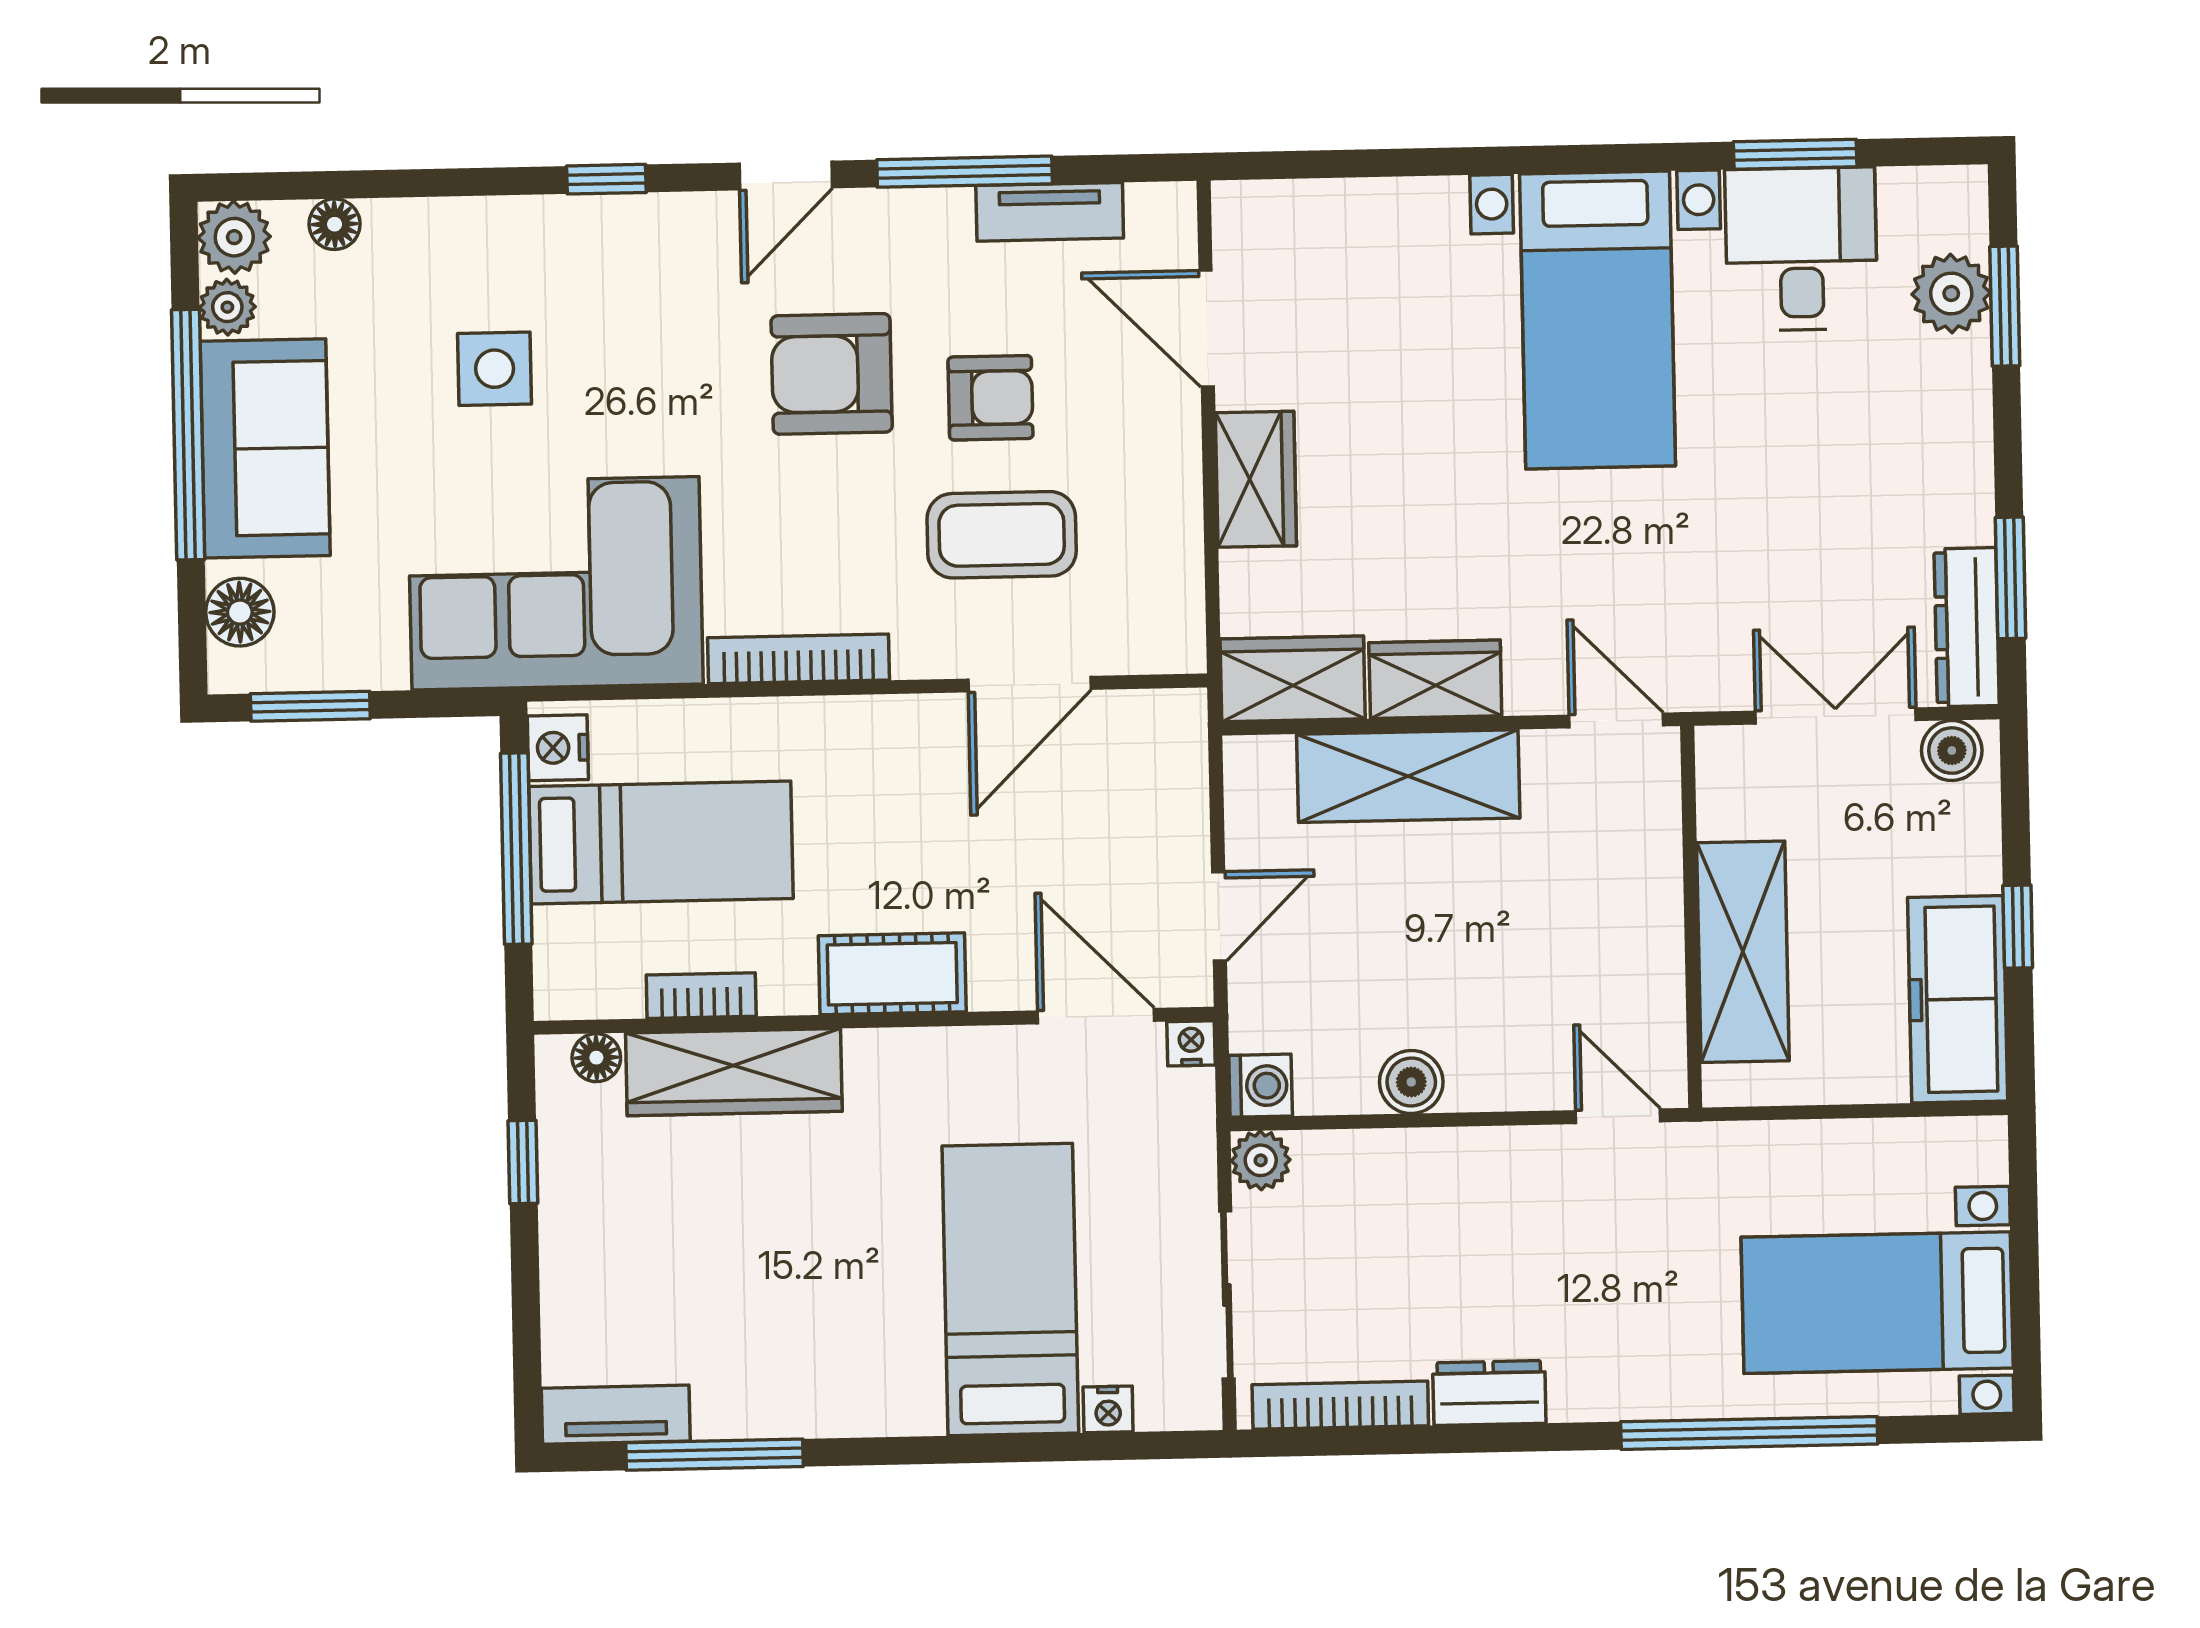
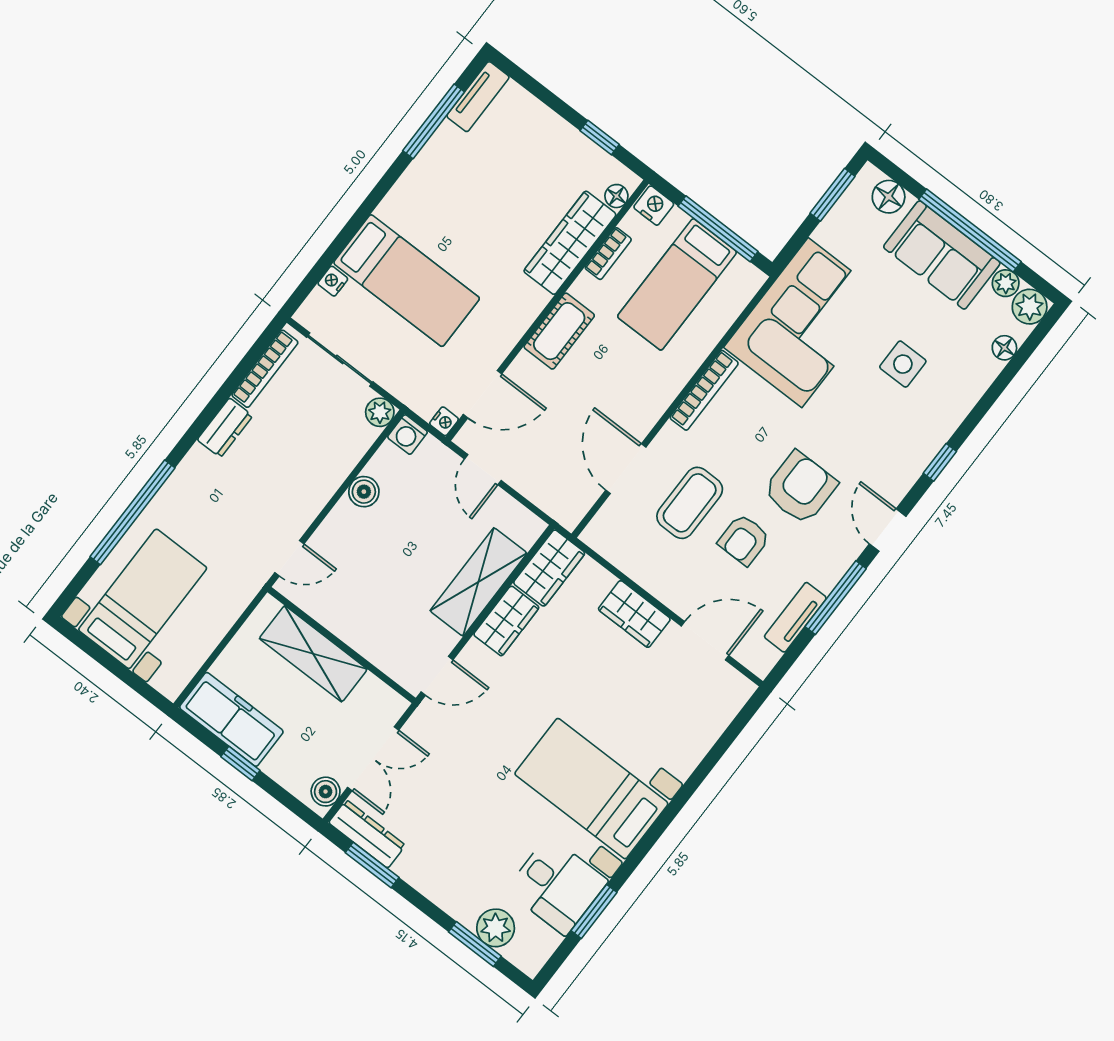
nightstand: (558, 748) -> (654, 206), moved

